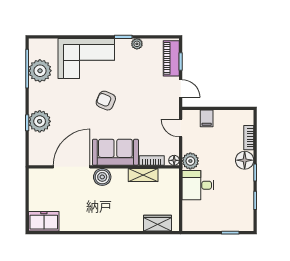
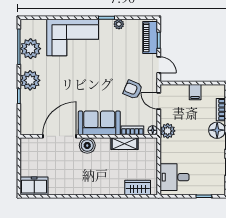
armchair: (106, 101) -> (133, 89), moved
filing cabinet: (207, 118) -> (195, 92), moved
plant: (40, 121) -> (30, 80), moved
desk: (198, 185) -> (175, 177), moved

